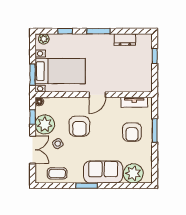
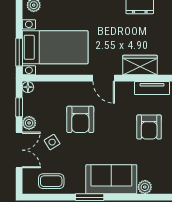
wardrobe: (125, 85) -> (140, 65), added
door: (97, 95) -> (104, 78), hinge flipped
plant: (45, 124) -> (29, 123), width x0.53, depth x0.53
plant: (133, 173) -> (145, 187), width x0.53, depth x0.53

